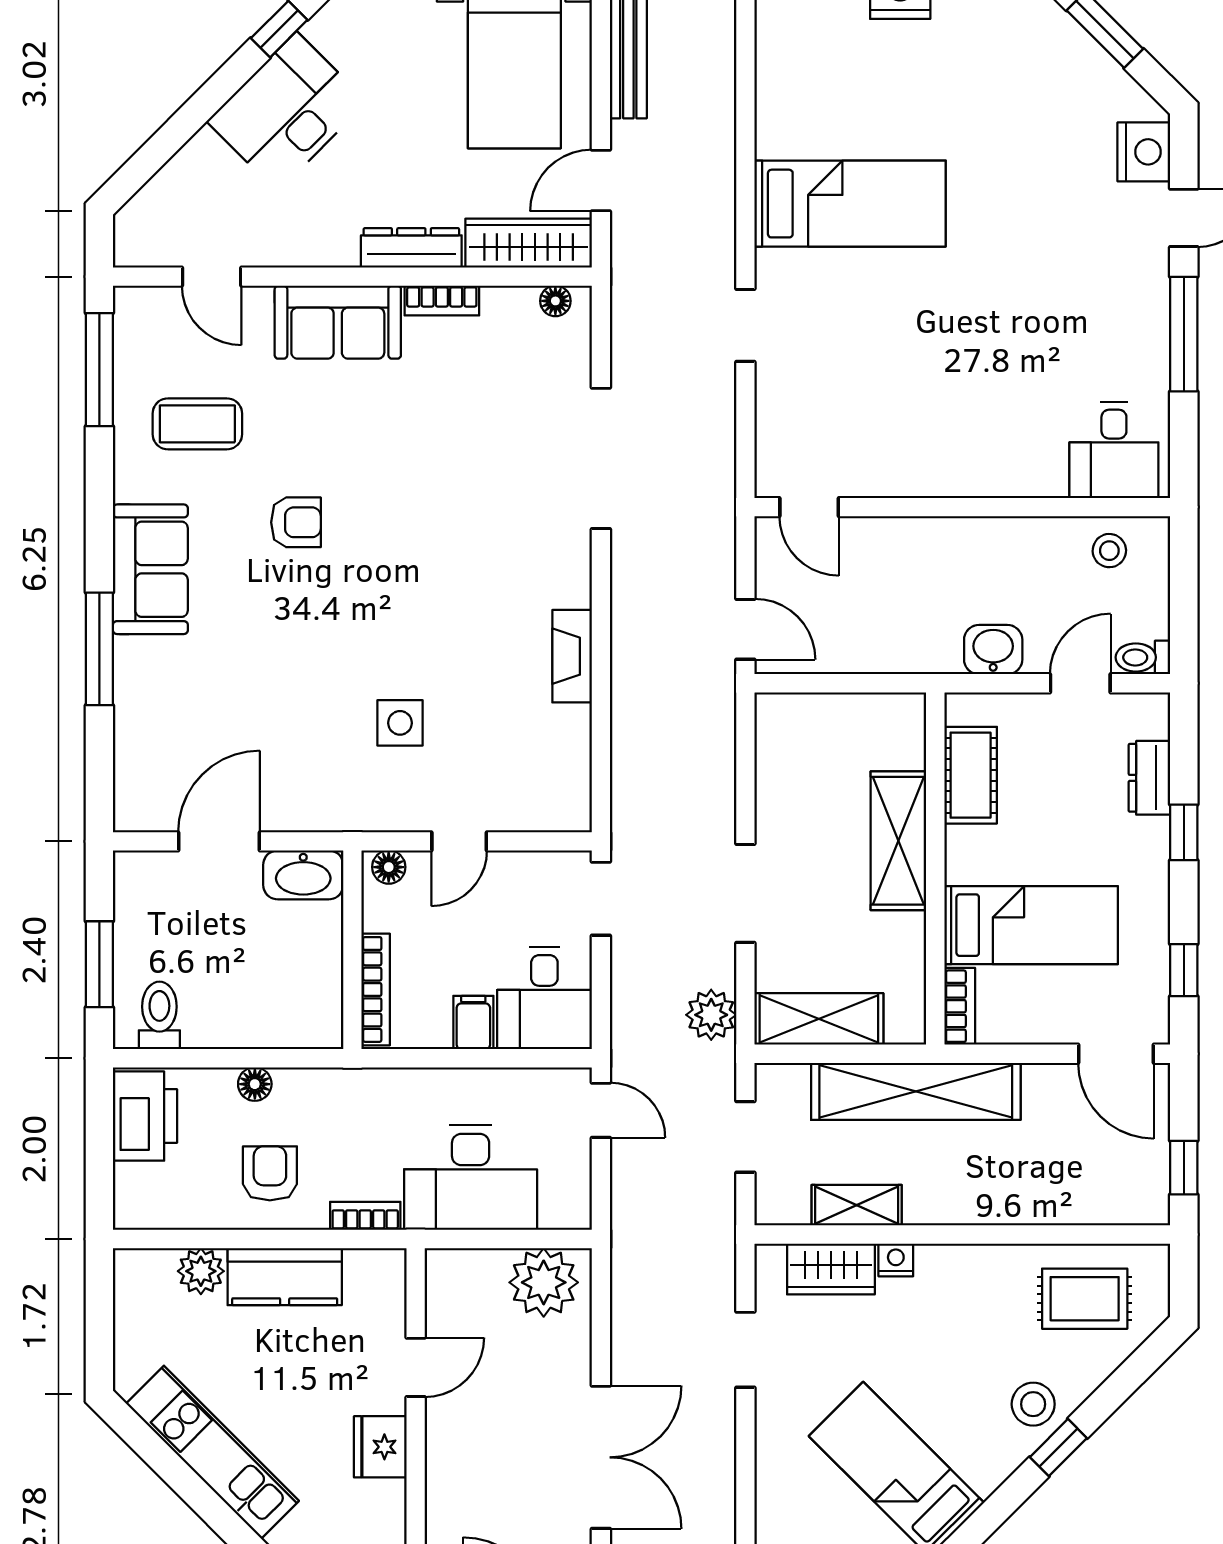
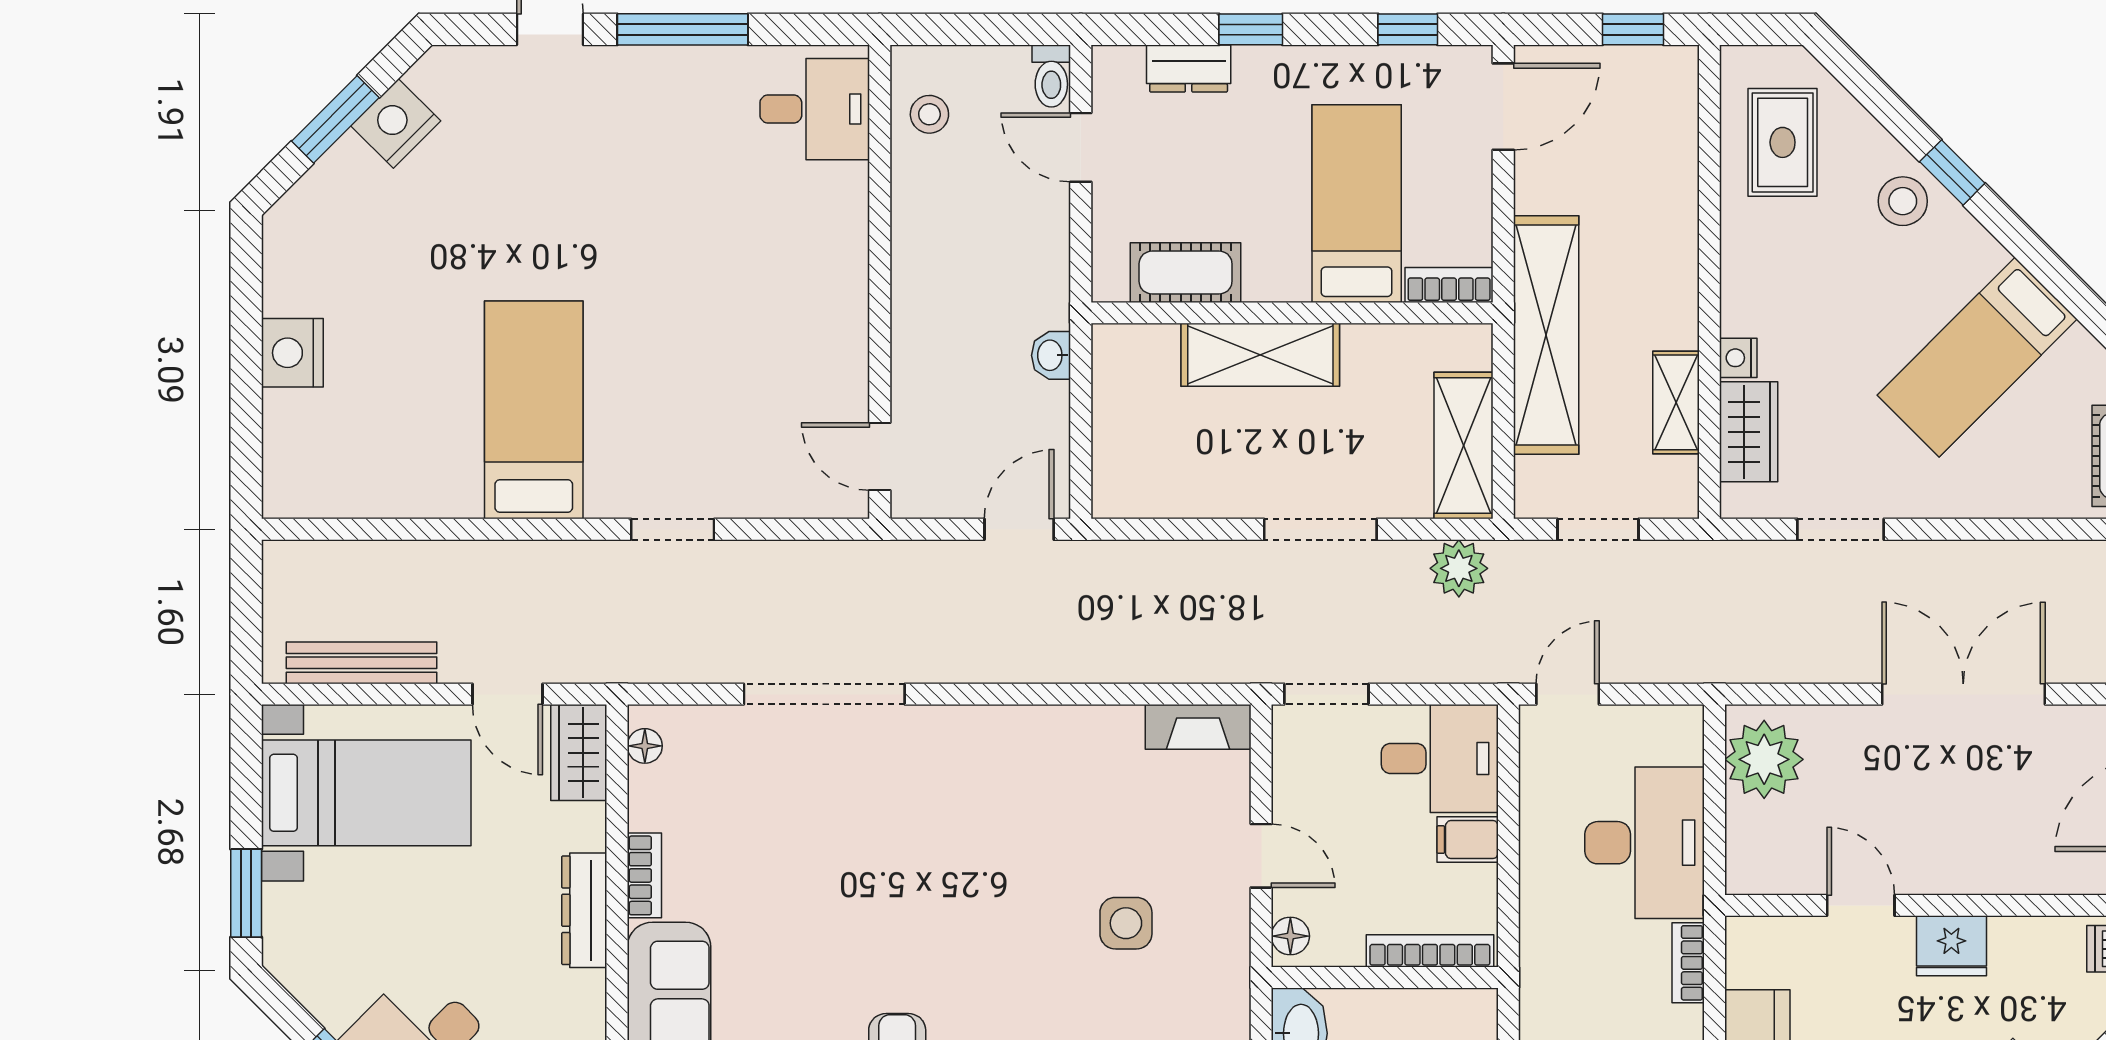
nightstand: (1144, 152) -> (396, 123), moved, turned -45
wardrobe: (529, 243) -> (579, 753), width x0.67
door: (809, 507) -> (880, 457), swing flipped
washbasin: (993, 650) -> (1051, 355), moved, width x0.72, depth x0.69
fireplace: (572, 656) -> (1198, 727), moved

